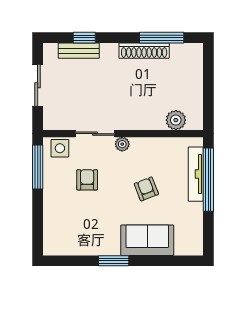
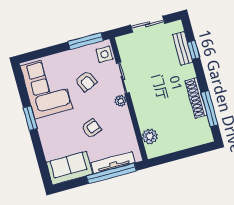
armchair: (87, 180) -> (86, 81), turned 65
corner sofa: (81, 230) -> (46, 87), added
sofa: (147, 240) -> (69, 168), moved, turned -90

